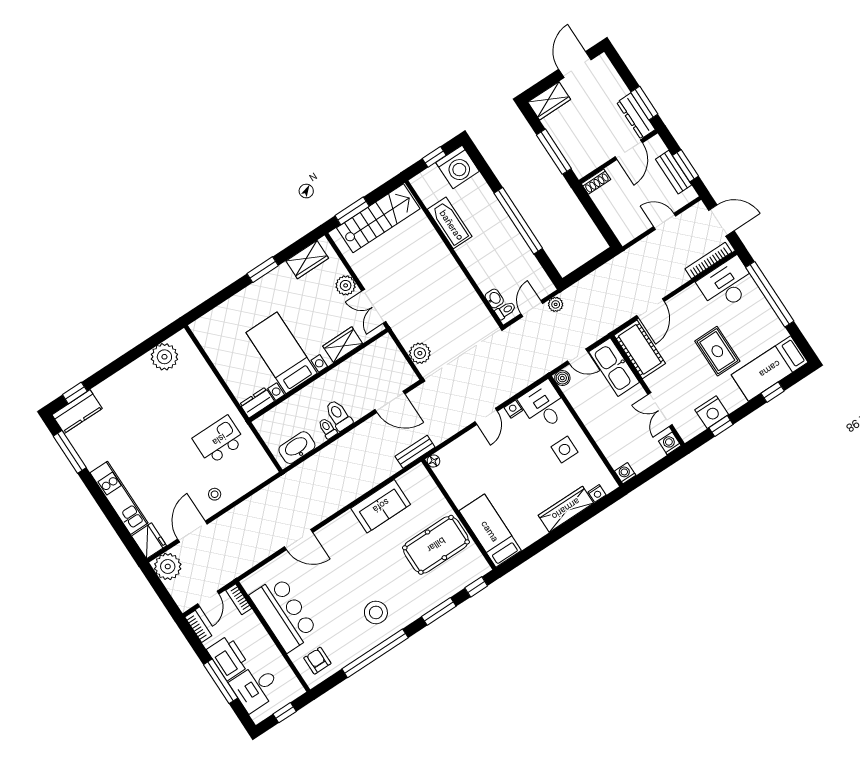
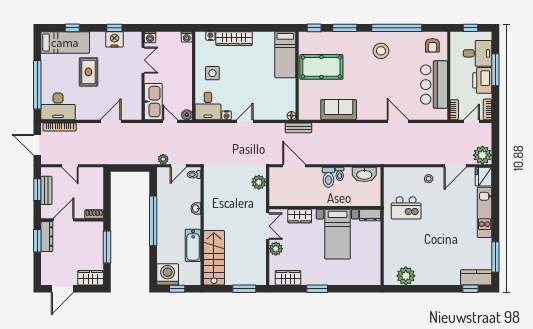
stairs: (378, 218) -> (214, 258), moved, turned 90
washbasin: (494, 298) -> (196, 208), moved
cot: (640, 349) -> (132, 102), removed

